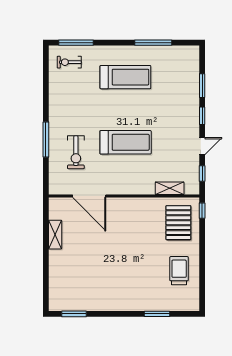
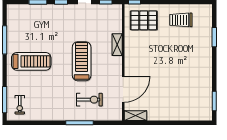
treadmill: (125, 77) -> (31, 61), turned 90
shelving: (170, 188) -> (117, 45), moved
shelving: (55, 235) -> (135, 116), moved

